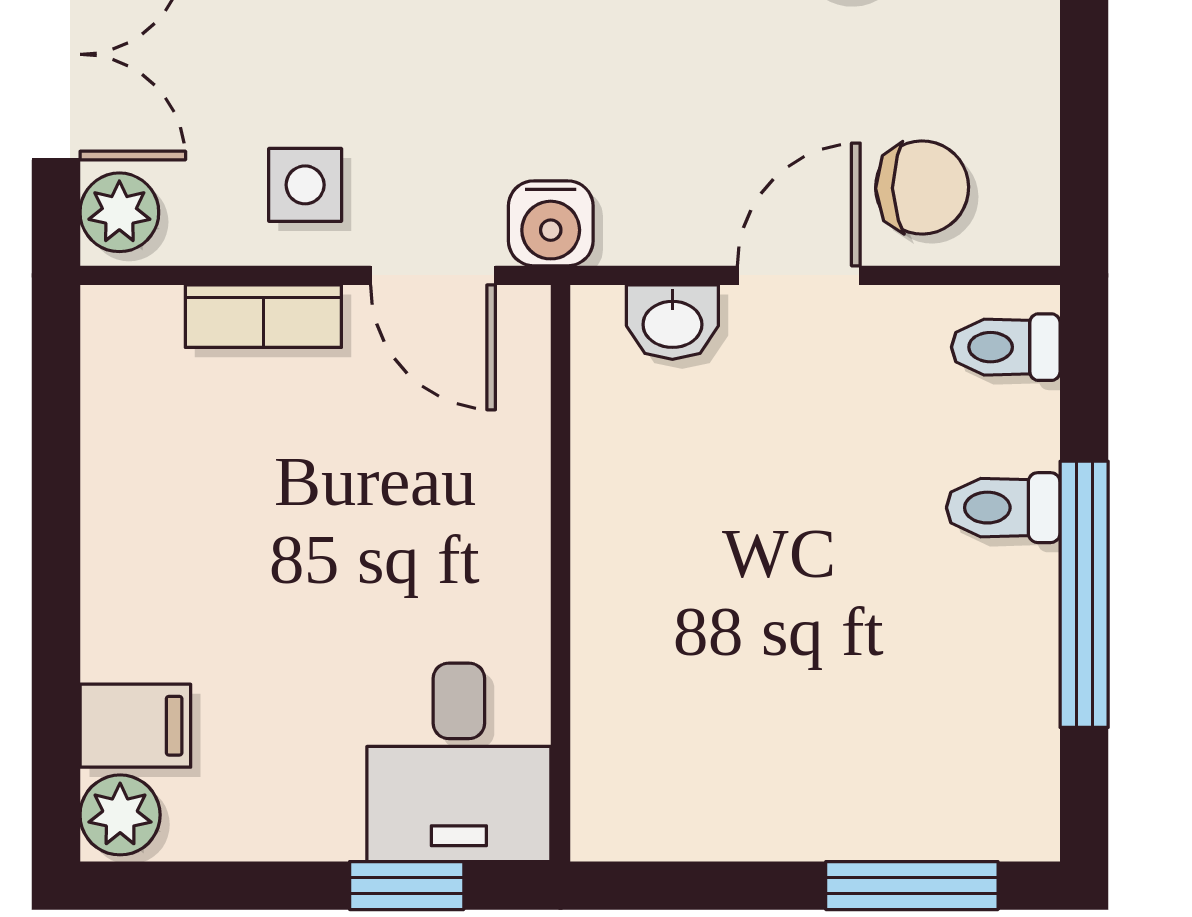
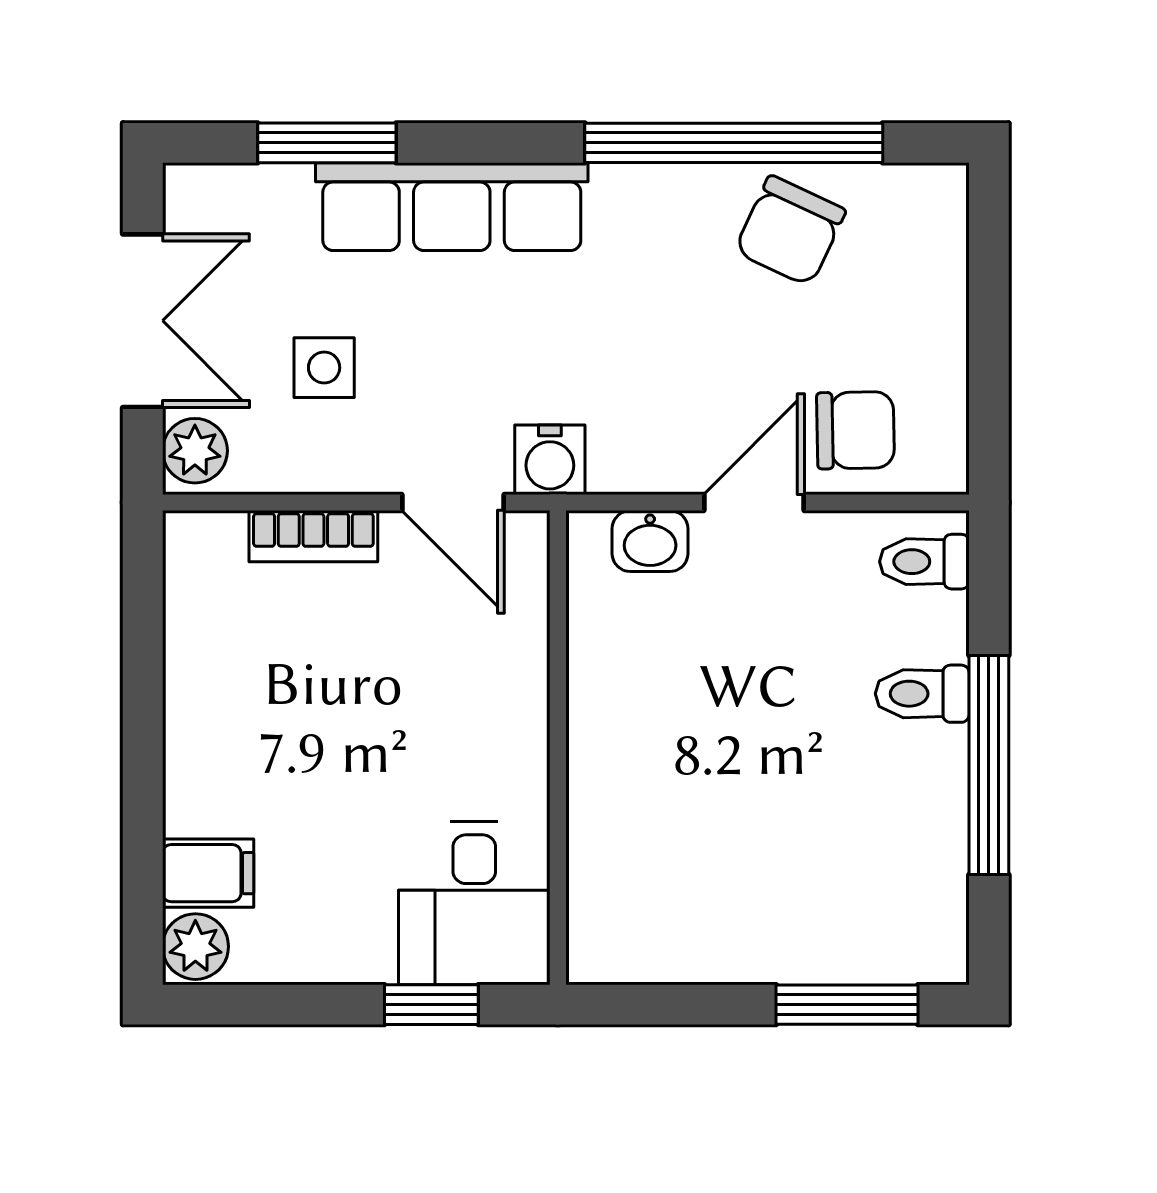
side table: (305, 185) -> (324, 368), moved

